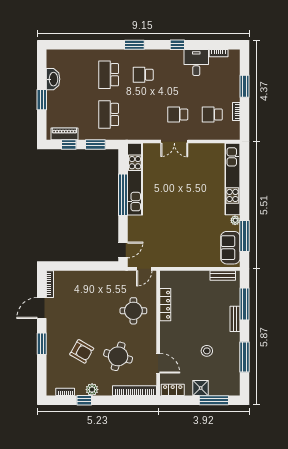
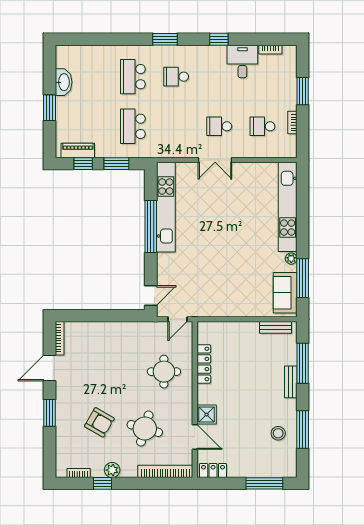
stool: (207, 351) -> (278, 433), moved
shower: (201, 388) -> (207, 415), moved

